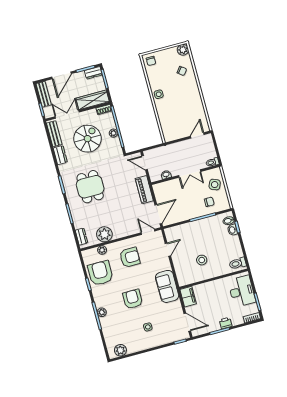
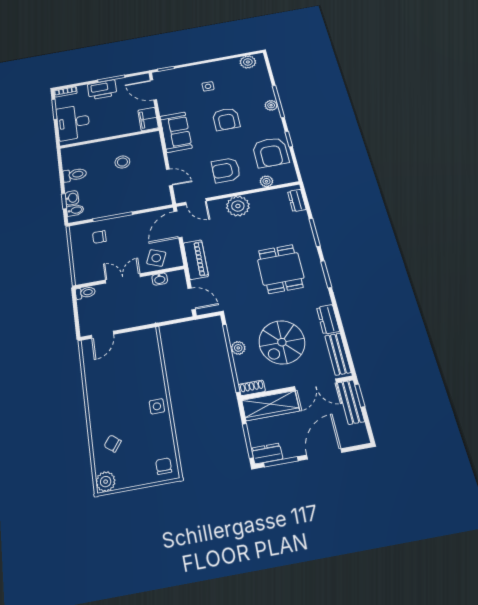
bench: (44, 94) -> (351, 402), moved
side table: (215, 185) -> (156, 258), moved
plant: (104, 234) -> (238, 206), moved
door: (168, 250) -> (169, 177), swing flipped
toilet: (238, 263) -> (75, 175), moved
printer: (226, 323) -> (102, 90), width x1.87, depth x1.48

